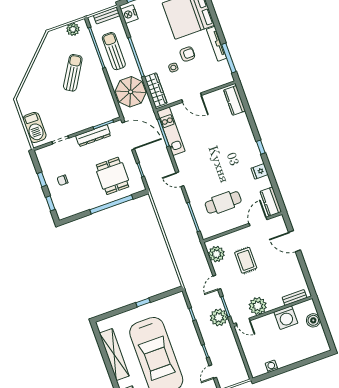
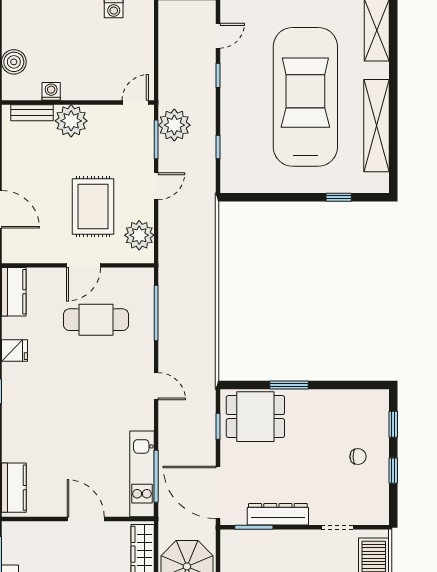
dining table: (113, 176) -> (255, 417), moved, turned 90
window: (111, 204) -> (289, 385), width x0.47
door: (258, 222) -> (84, 265), moved
rug: (246, 260) -> (93, 207), width x1.36, depth x1.43
window: (143, 302) -> (339, 197), moved
plant: (258, 306) -> (71, 121), moved
washing machine: (286, 318) -> (51, 91), width x0.53, depth x0.53
door: (243, 322) -> (135, 103), hinge flipped

